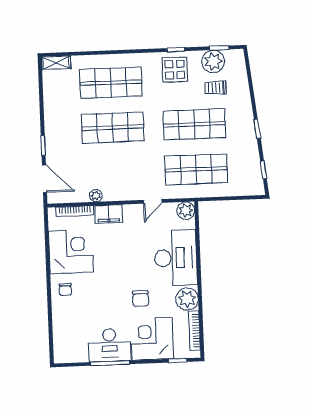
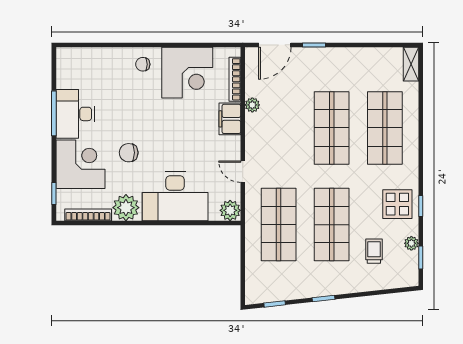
plant: (213, 61) -> (411, 243), width x0.53, depth x0.53

